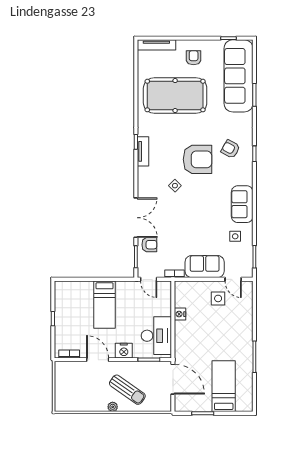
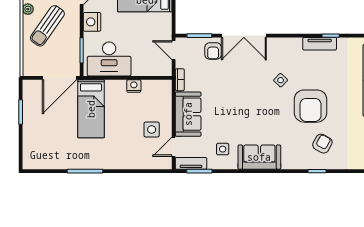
tv unit: (248, 264) -> (191, 163), added
door: (149, 279) -> (174, 50), hinge flipped
bed: (224, 386) -> (91, 109), moved, turned 90

